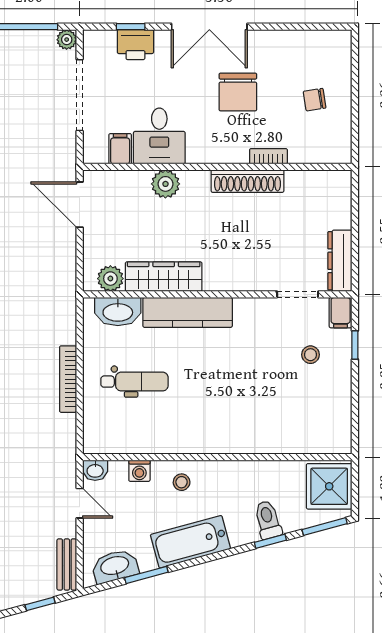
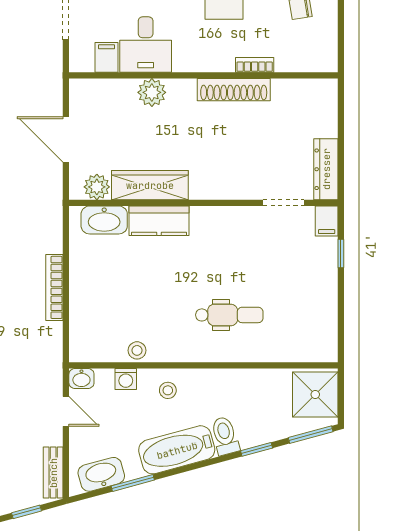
door: (80, 205) -> (66, 139), moved
kitchen counter: (188, 312) -> (159, 221), width x0.67
stool: (310, 355) -> (137, 350), moved
dental chair: (134, 382) -> (229, 315), moved
toilet: (268, 520) -> (225, 436), moved

